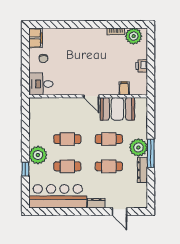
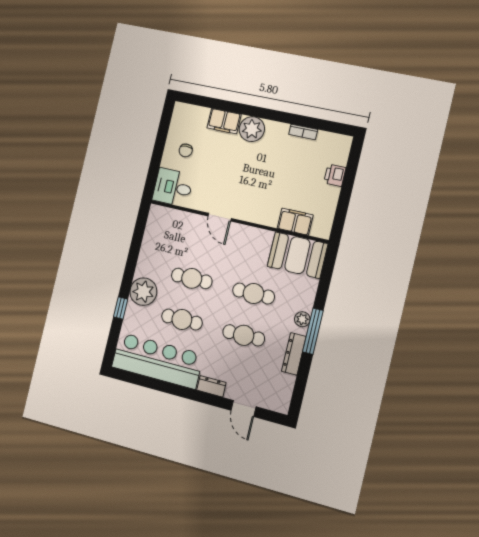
plant: (134, 36) -> (252, 129), moved
filing cabinet: (35, 38) -> (224, 121), moved, turned 90
printer: (142, 66) -> (335, 175), moved
filing cabinet: (124, 88) -> (295, 222), width x2.00
door: (91, 96) -> (220, 217), moved
booth: (117, 109) -> (297, 255), moved
plant: (138, 147) -> (302, 319), width x0.53, depth x0.53

